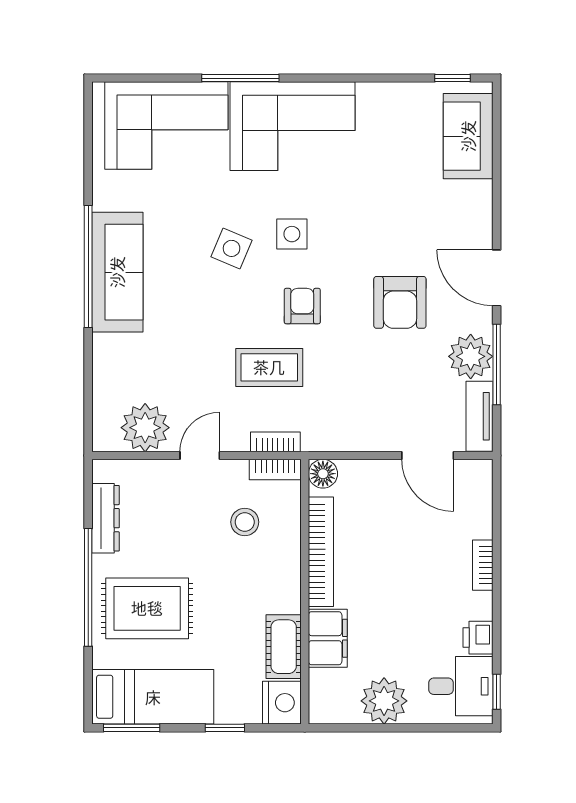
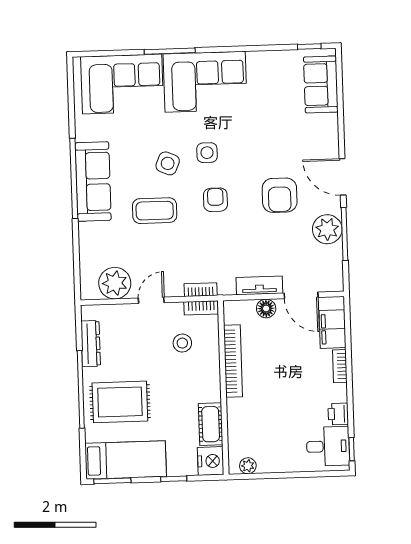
coffee table: (269, 367) -> (155, 211), moved
tv unit: (480, 416) -> (259, 285), moved, turned 90
floor lamp: (323, 474) -> (266, 308), moved
filing cabinet: (328, 638) -> (332, 329), moved, turned 180
plant: (384, 701) -> (248, 466), moved, width x0.53, depth x0.53

